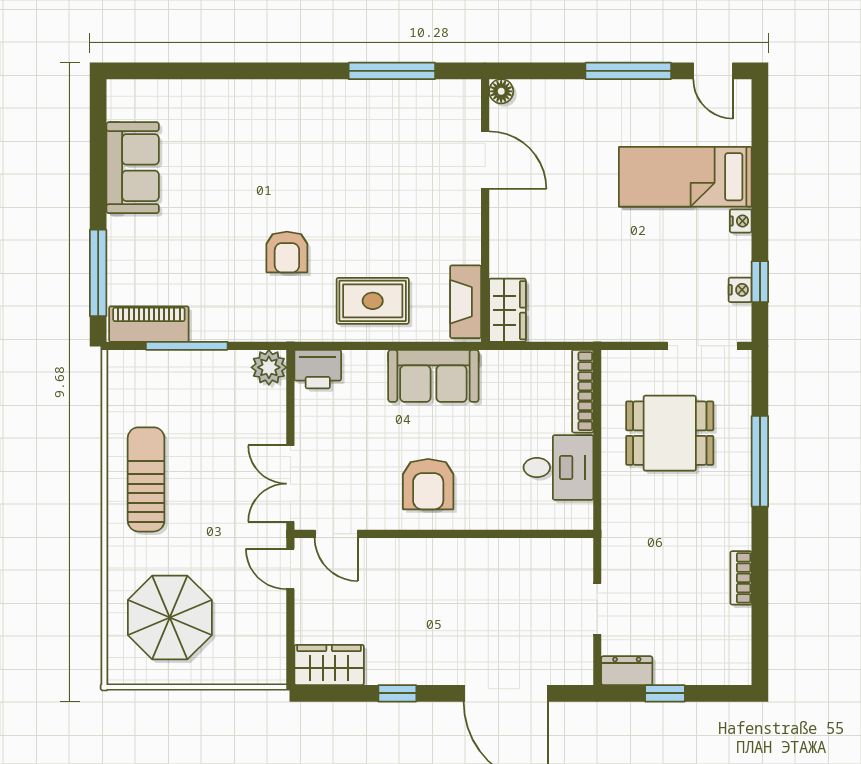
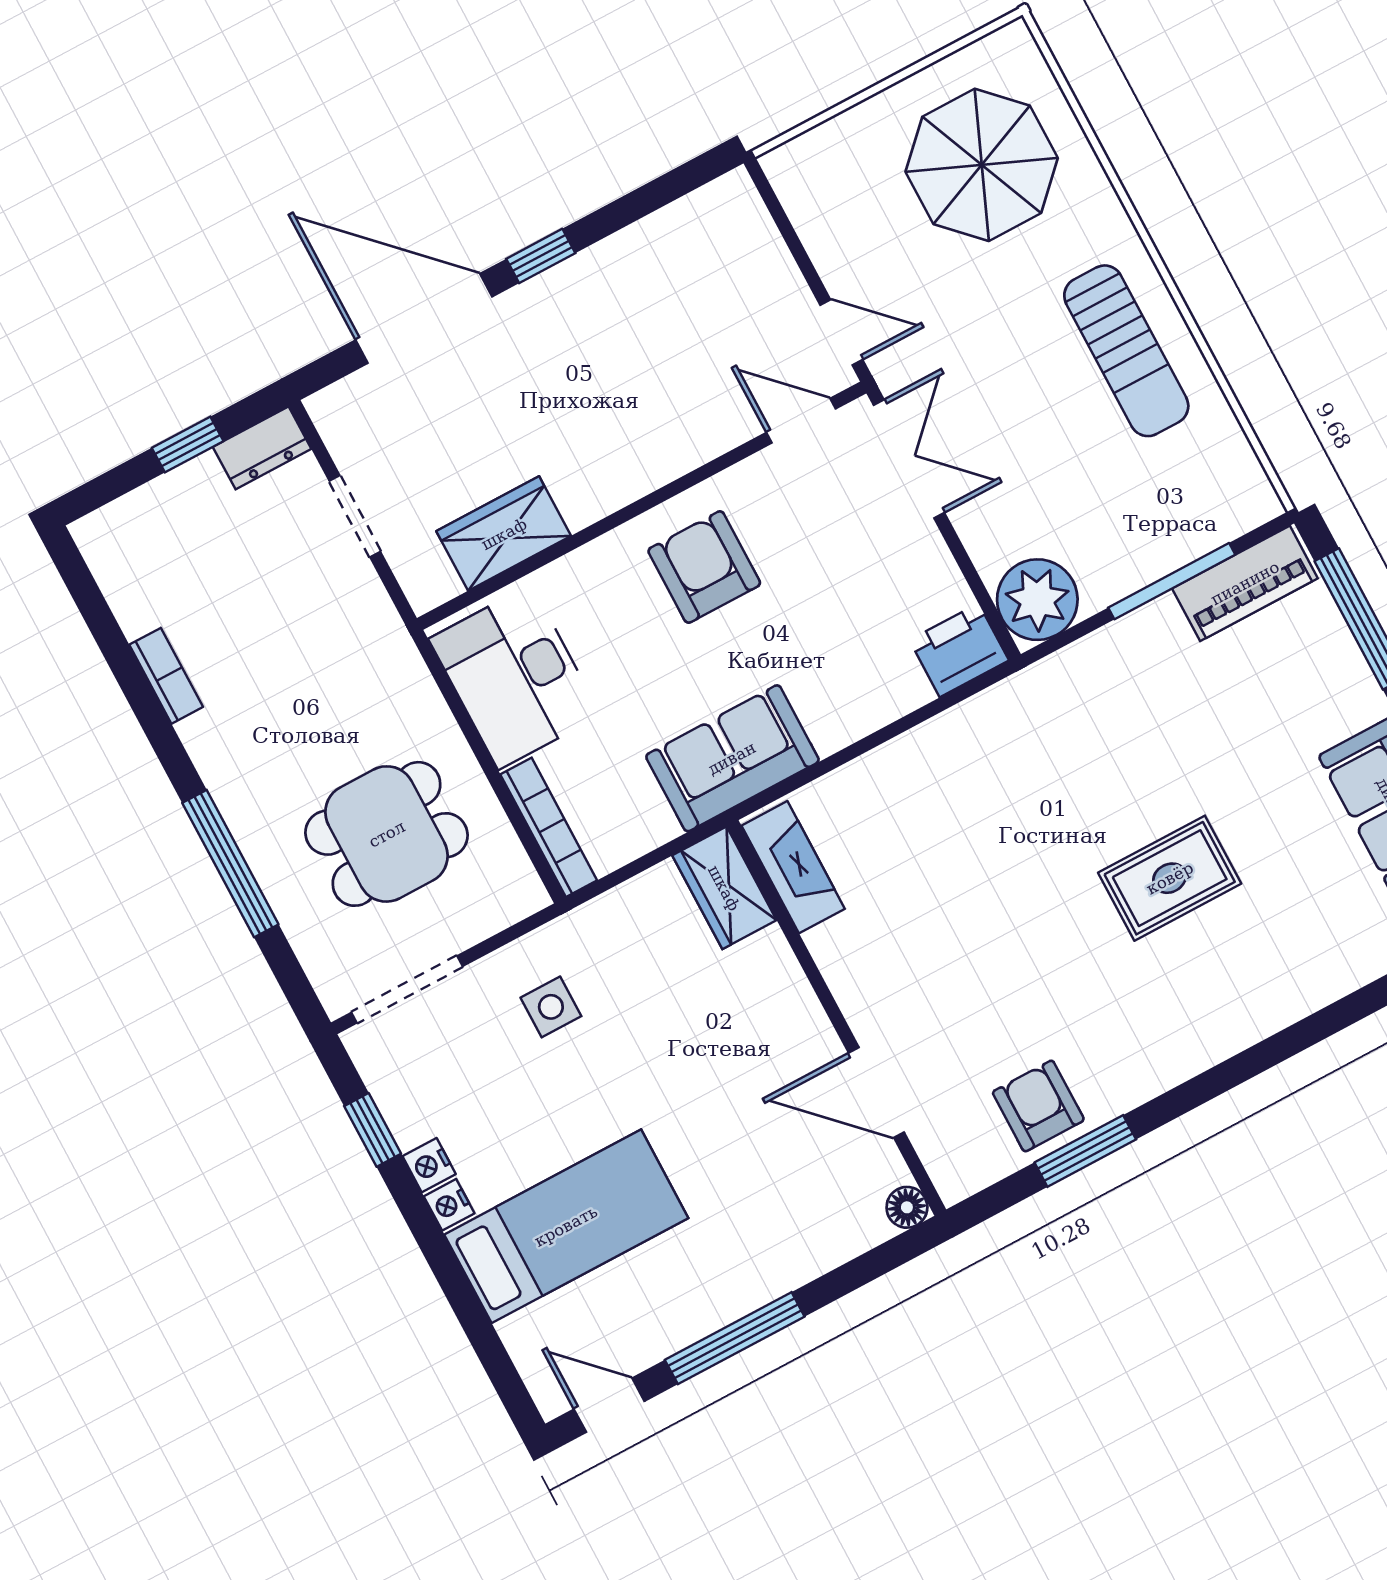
window: (392, 71) -> (1085, 1151), width x0.69
armchair: (287, 252) -> (1038, 1106), moved
nightstand: (740, 290) -> (429, 1165), moved
side table: (632, 296) -> (551, 1007), added
rug: (373, 301) -> (1170, 878), moved
plant: (269, 367) -> (1037, 600), width x1.36, depth x1.36
sofa: (433, 376) -> (732, 758), moved
desk: (558, 467) -> (515, 677), width x1.37
wardrobe: (329, 665) -> (504, 534), moved, turned 180
window: (397, 693) -> (541, 256), moved

